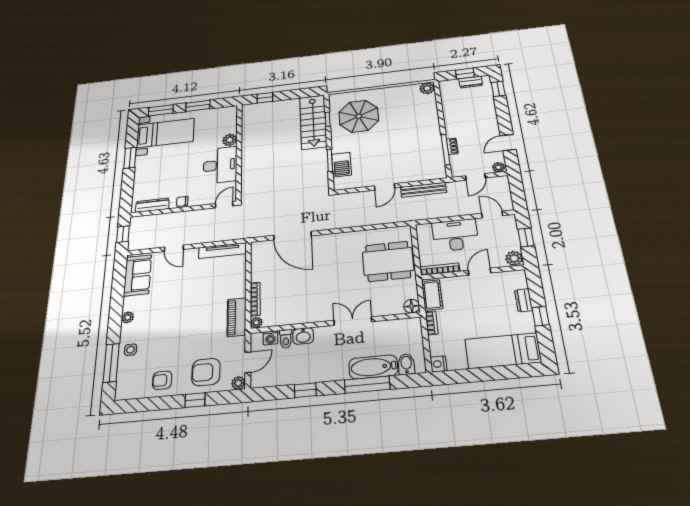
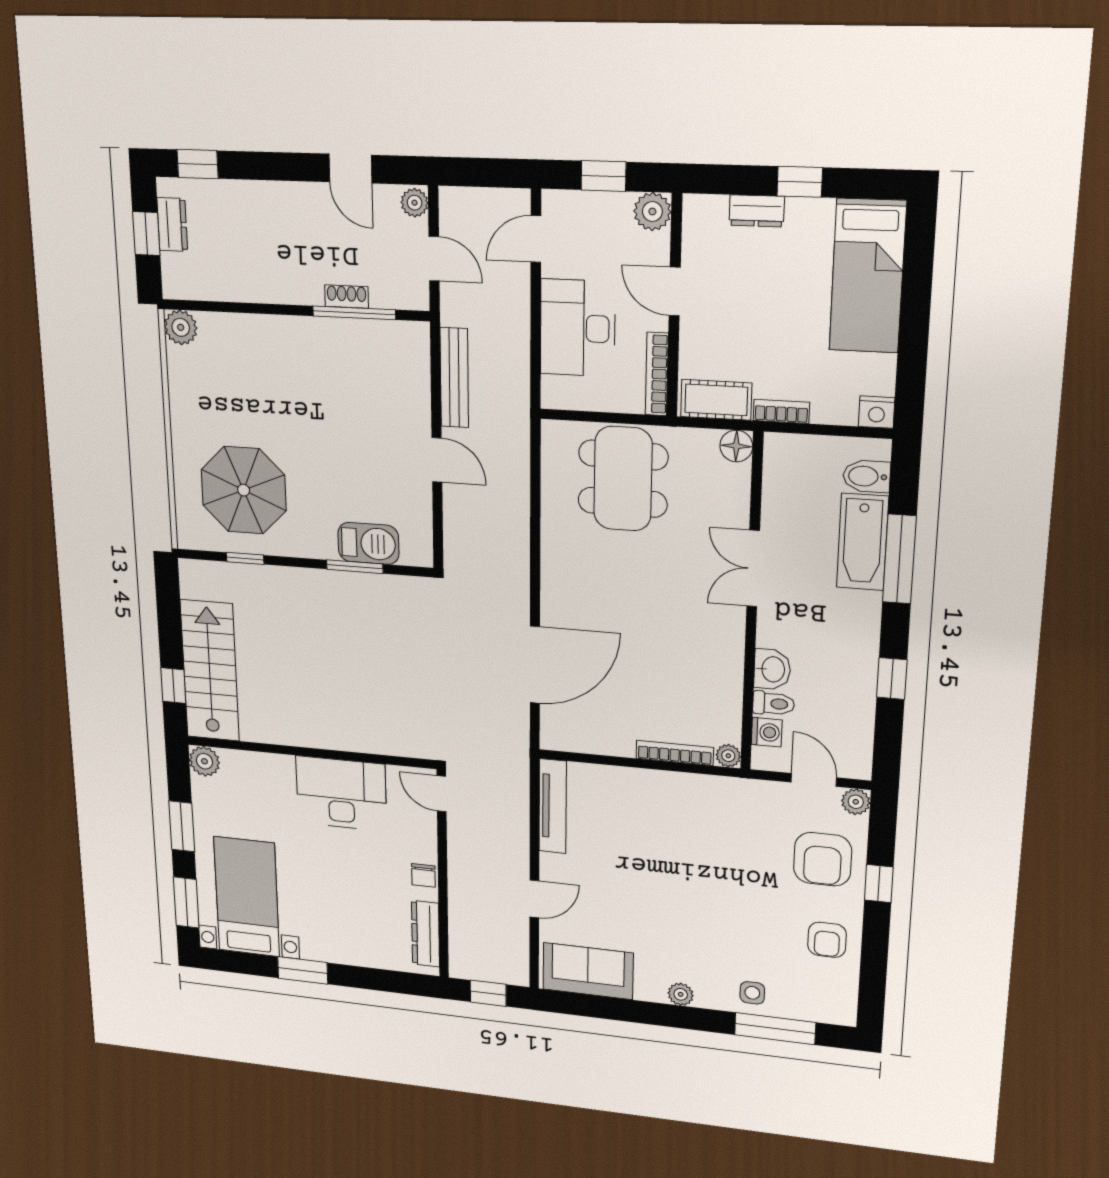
stairs: (313, 122) -> (210, 671), moved, turned -90
plant: (230, 140) -> (204, 761), moved
piano: (237, 317) -> (710, 792), removed

